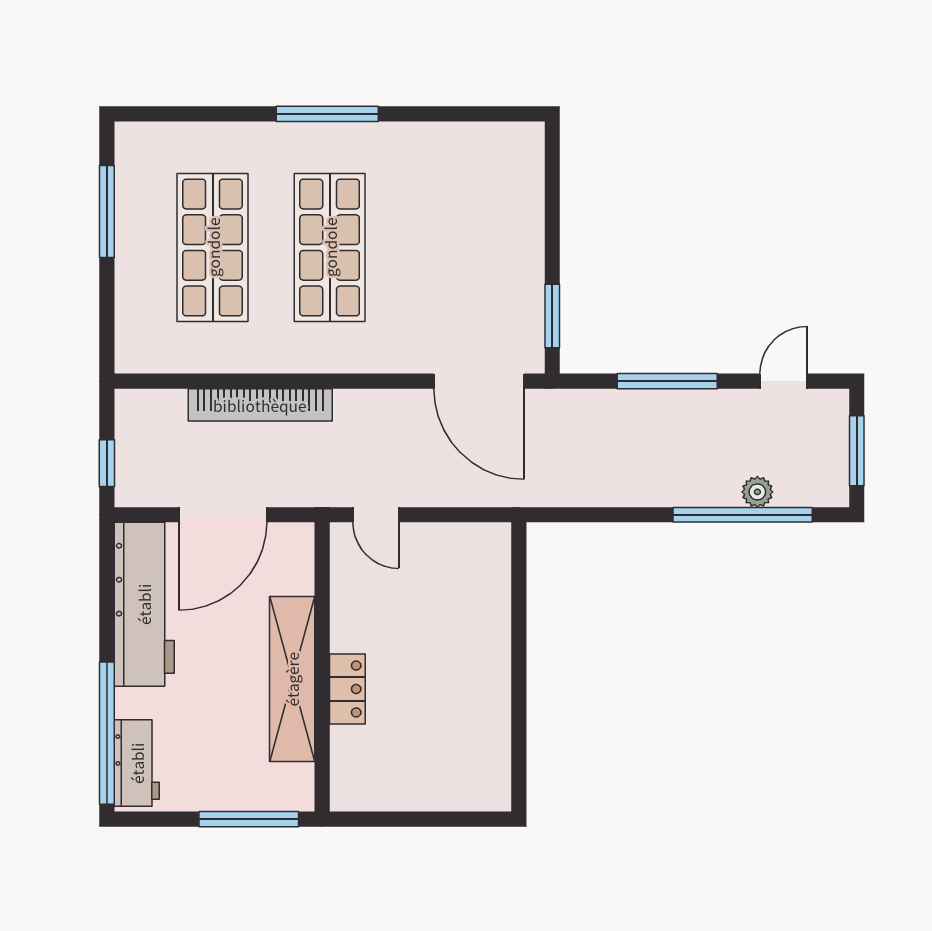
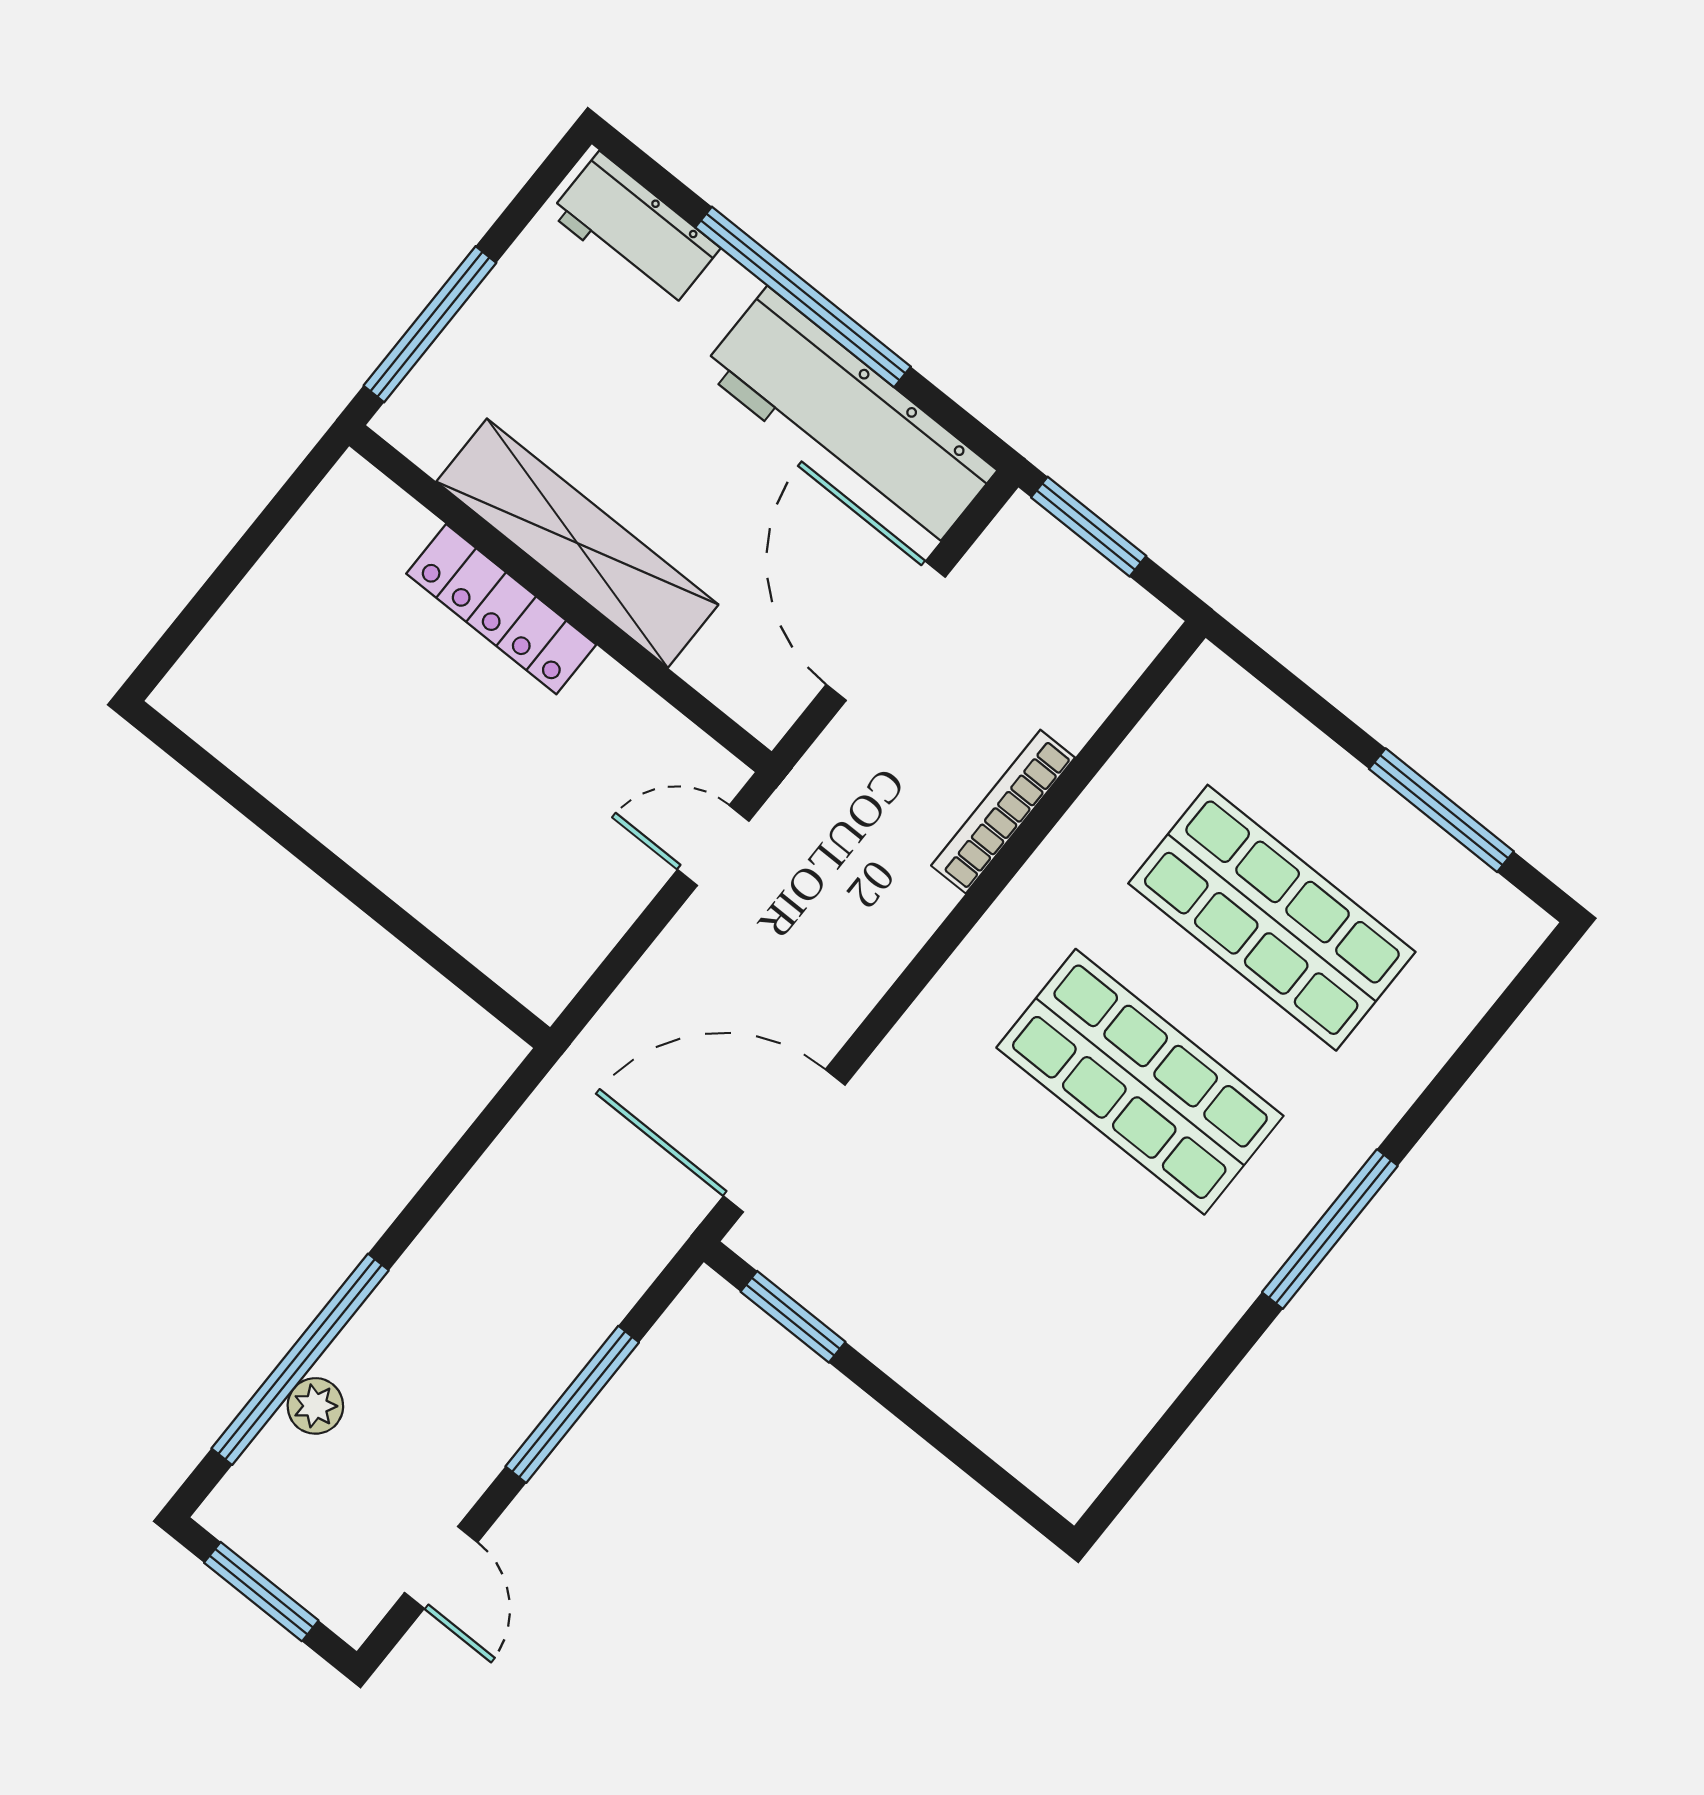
bookcase: (260, 405) -> (1003, 812), width x0.68, depth x0.76
window: (107, 463) -> (1089, 527), width x1.50
locker: (347, 689) -> (501, 609), width x1.53
window: (107, 733) -> (803, 297), moved

